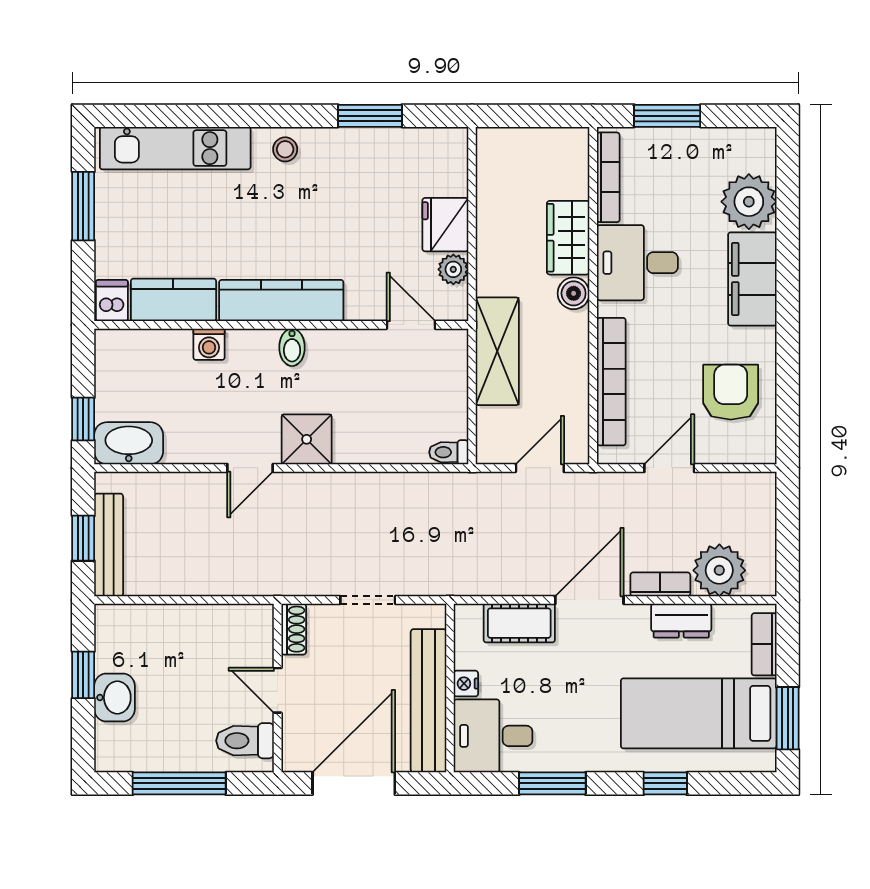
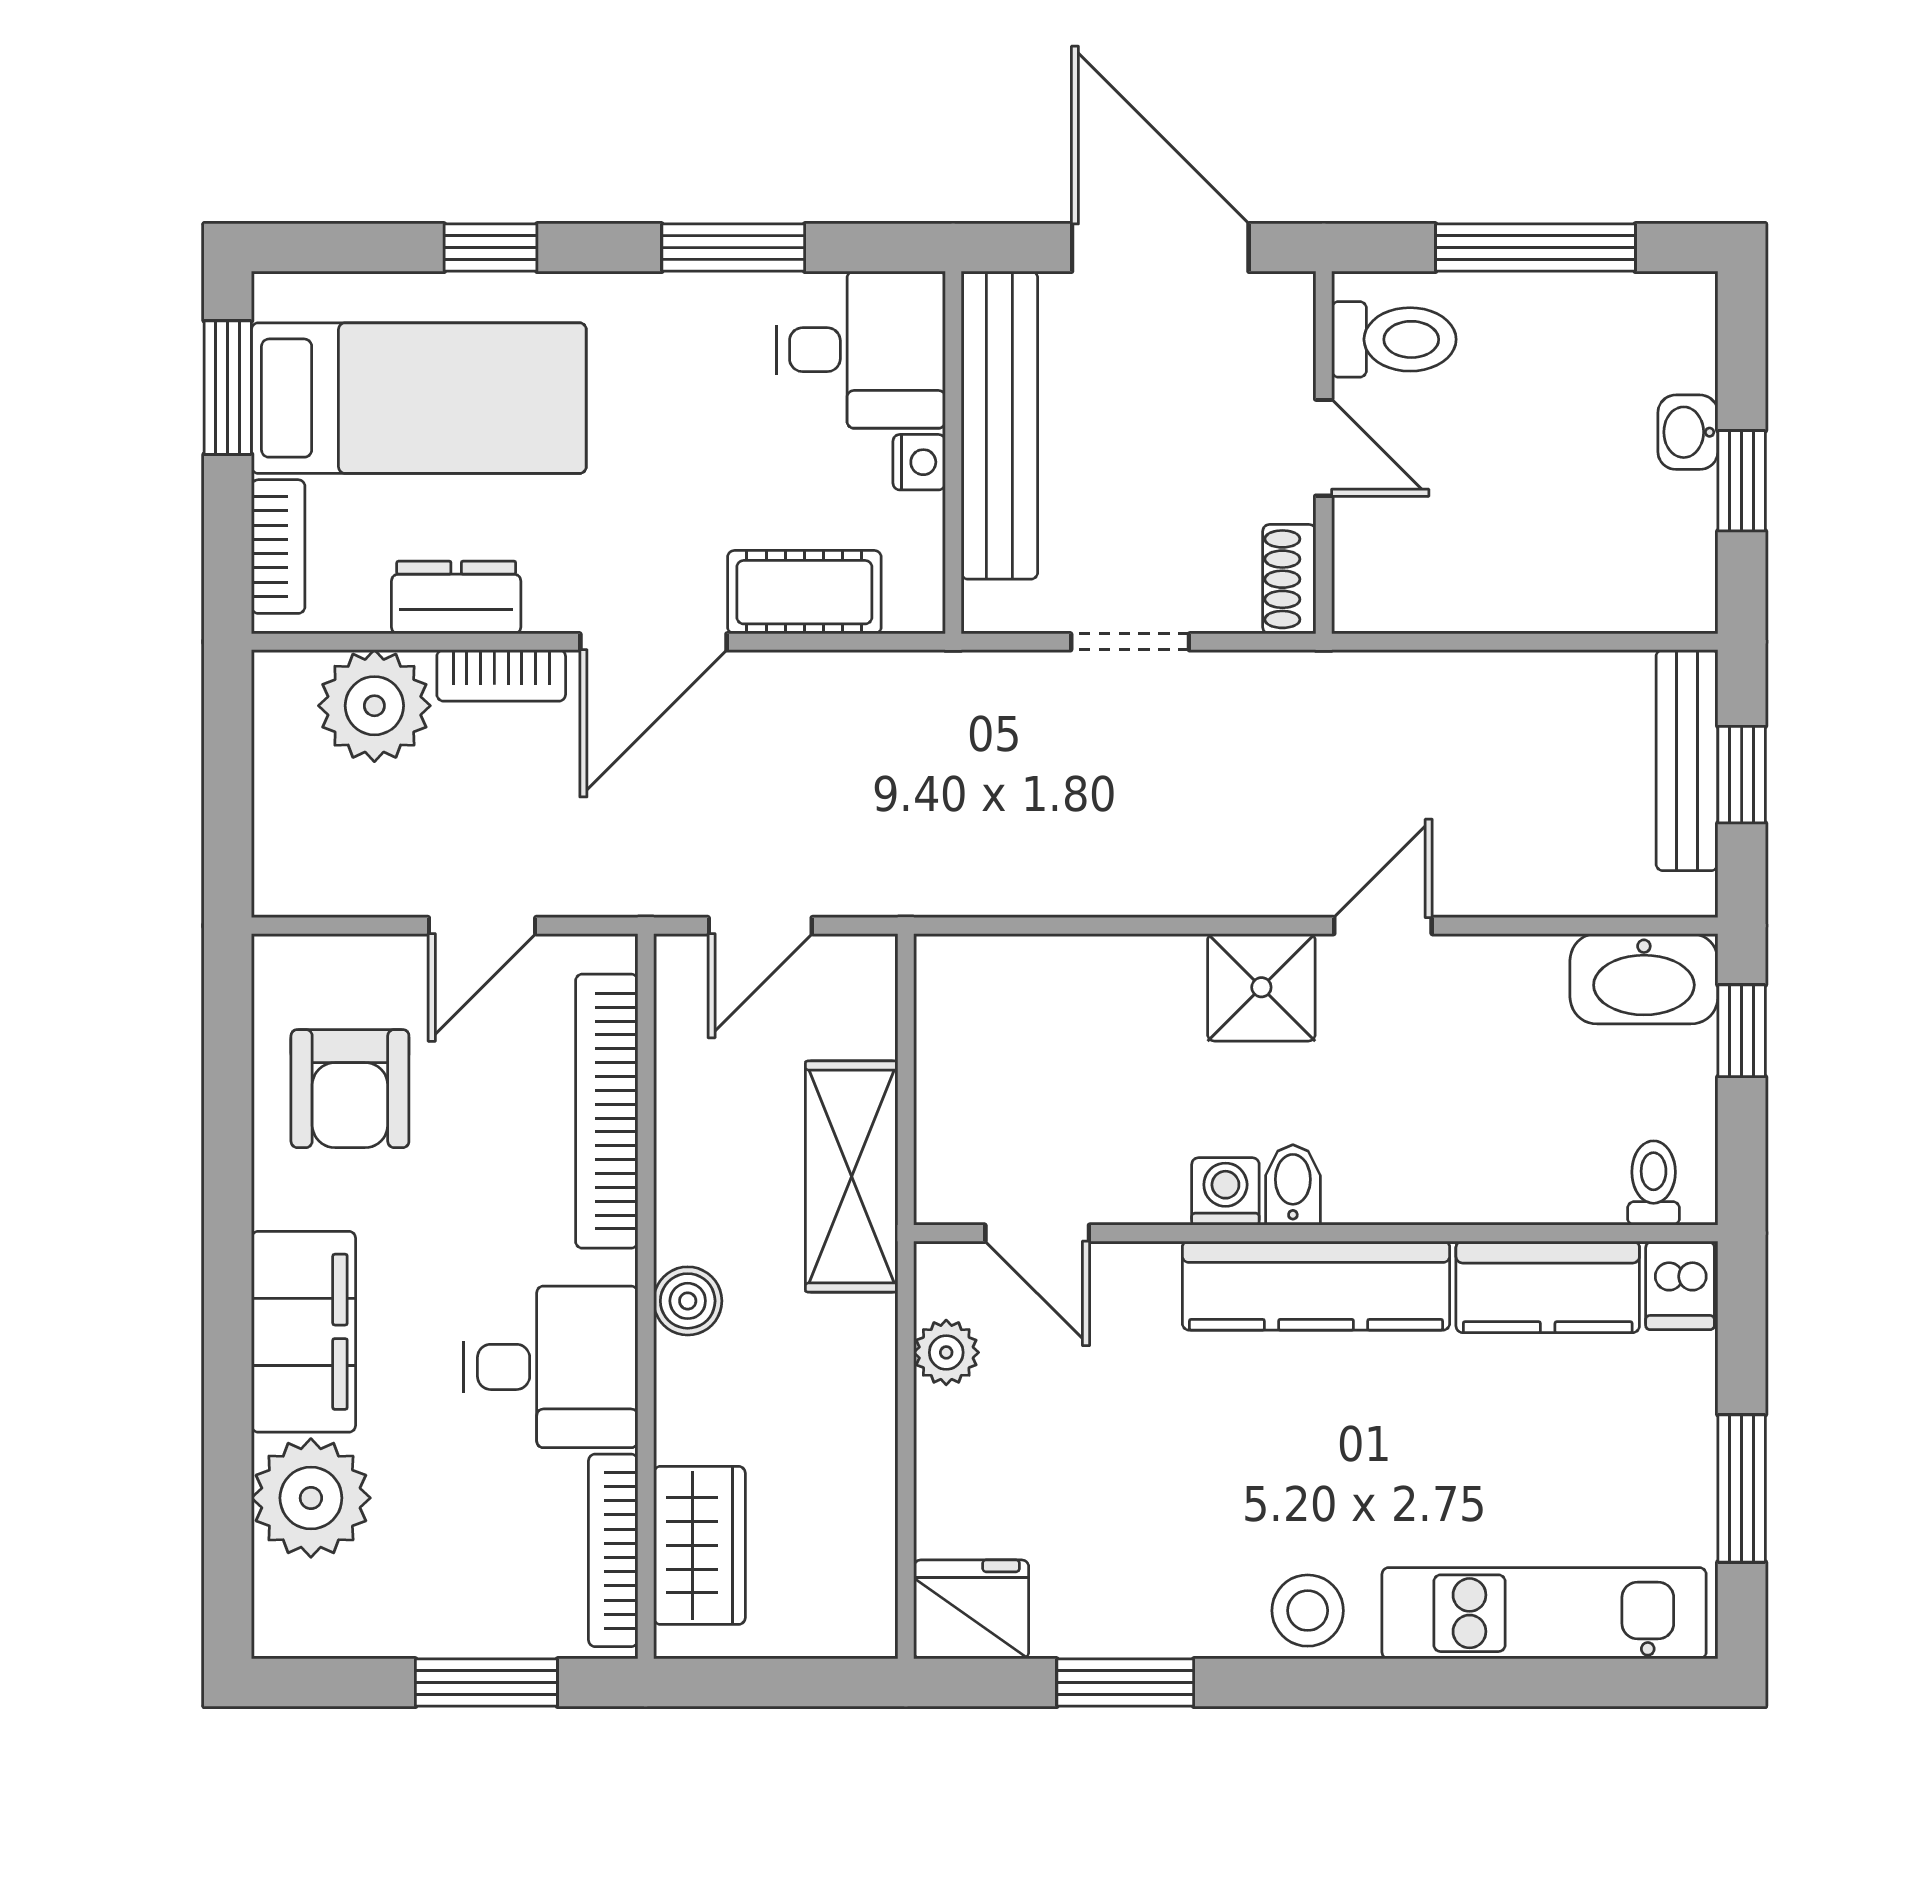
stool: (285, 149) -> (1308, 1611), width x1.37, depth x1.37
fridge: (445, 225) -> (971, 1609), moved, turned -90
wardrobe: (568, 238) -> (699, 1545), moved
washing machine: (209, 344) -> (1225, 1191), moved
toilet: (449, 452) -> (1654, 1183), moved, turned -90
washbasin: (115, 698) -> (1688, 432), width x0.72, depth x0.69
door: (354, 783) -> (1160, 248), swing flipped

